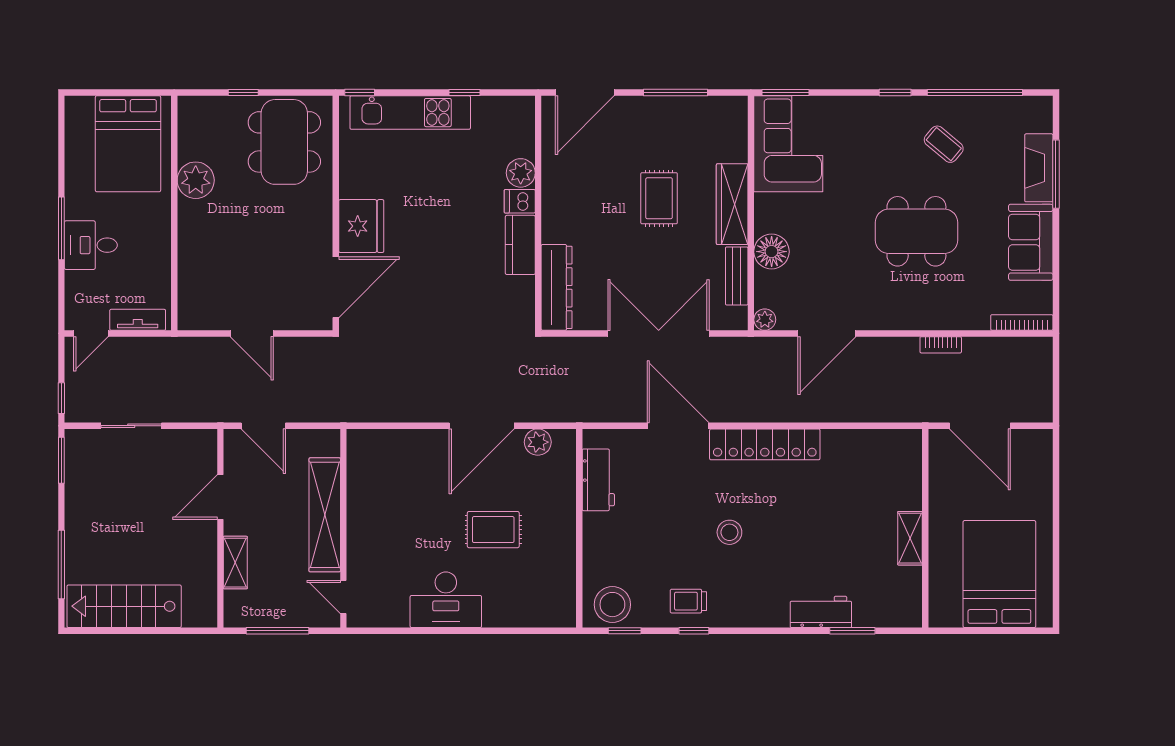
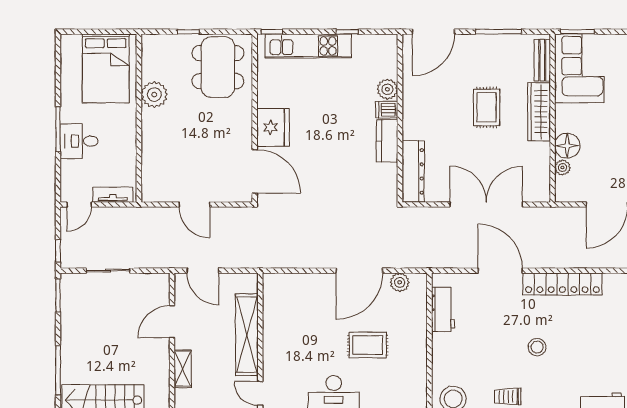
bench: (737, 276) -> (542, 60), moved
door: (336, 287) -> (255, 171), hinge flipped
plant: (765, 320) -> (562, 167), moved

